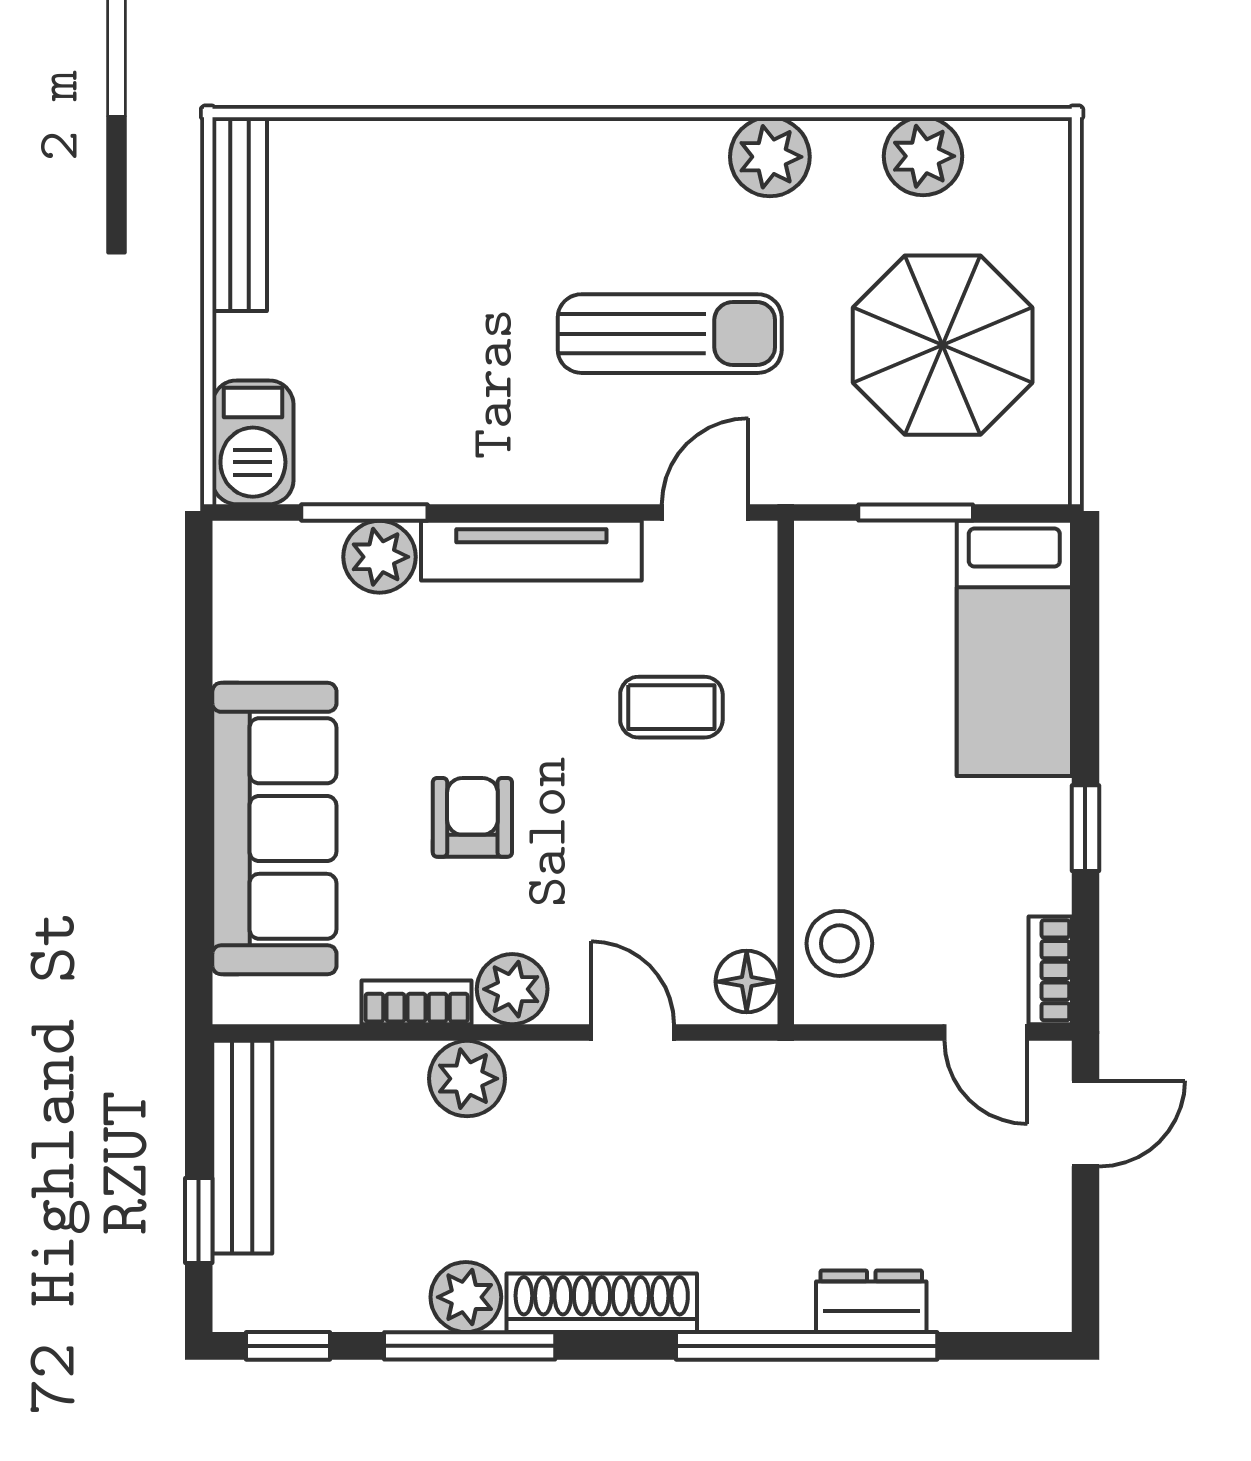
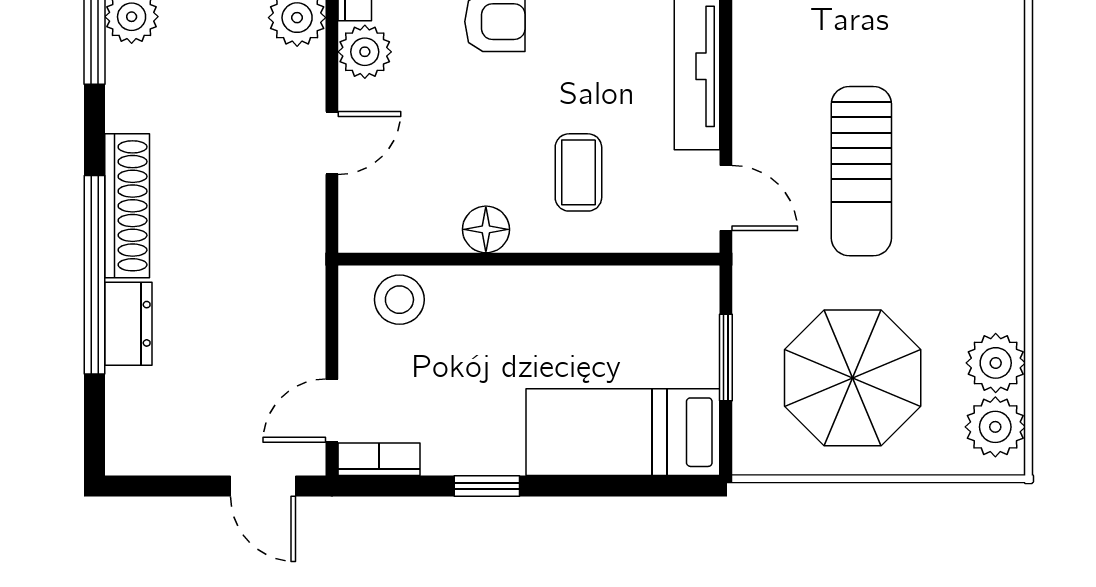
plant: (770, 157) -> (995, 427), moved
floor lamp: (747, 982) -> (486, 229), moved
shoe rack: (602, 1303) -> (127, 206), moved

